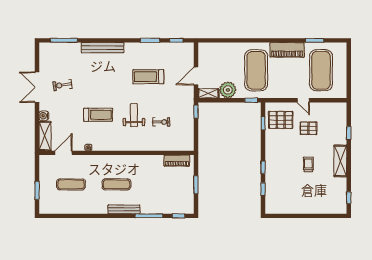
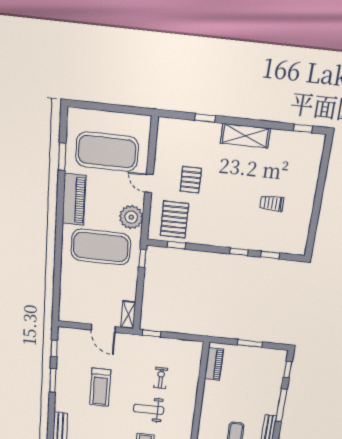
plant: (228, 90) -> (131, 217), moved
door: (303, 100) -> (149, 183), swing flipped
trolley: (308, 164) -> (272, 203), moved

